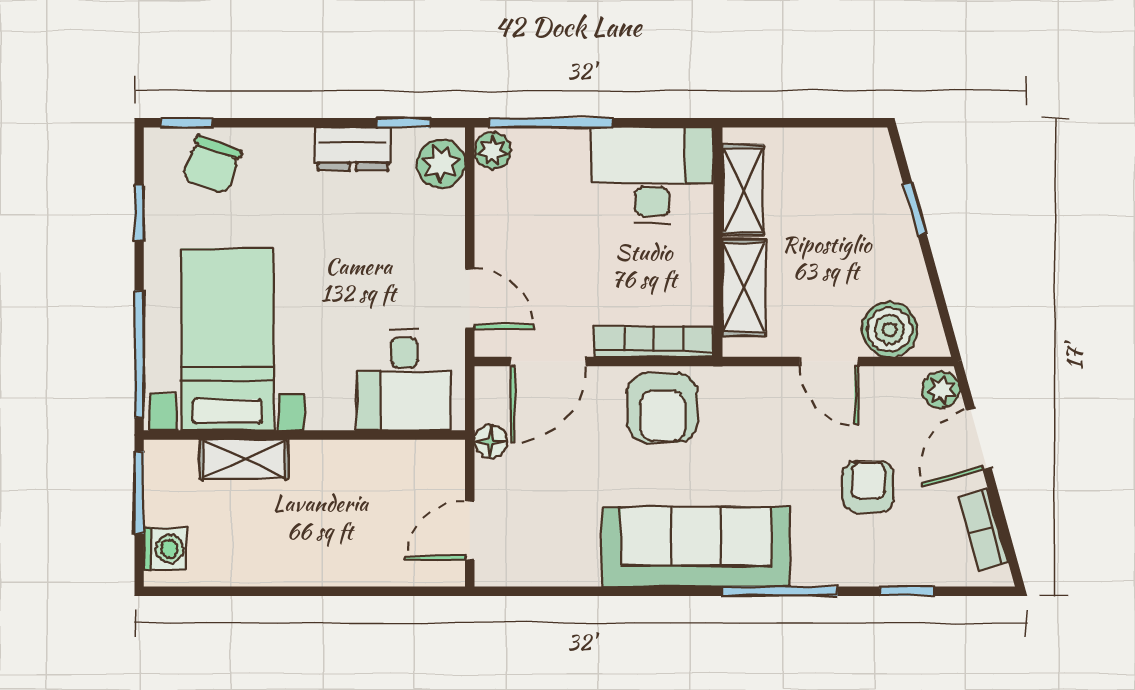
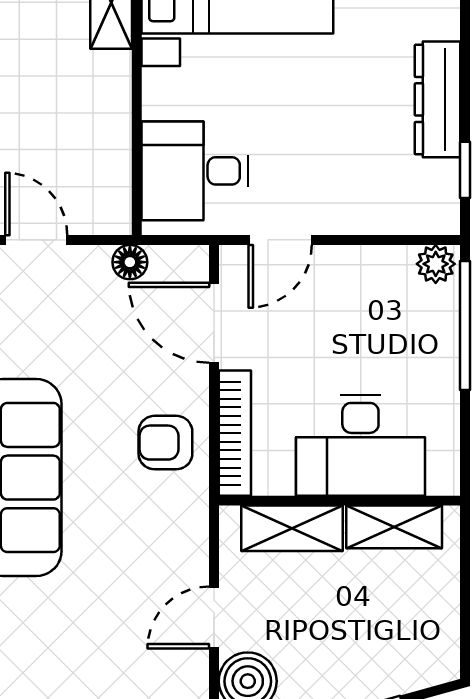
dresser: (353, 149) -> (438, 99), width x1.44
plant: (441, 163) -> (422, 210), removed
desk: (652, 175) -> (360, 445), moved, turned 90
armchair: (663, 408) -> (165, 443), width x0.72, depth x0.72
armchair: (868, 487) -> (82, 659), removed

